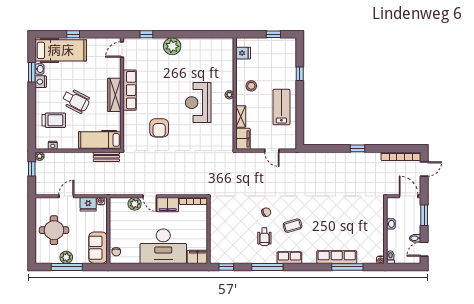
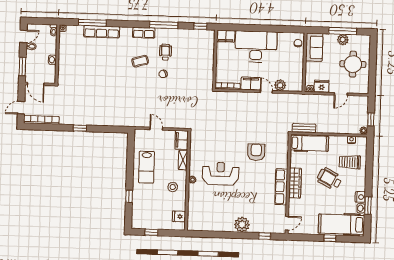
reception desk: (198, 103) -> (221, 174), turned -90

